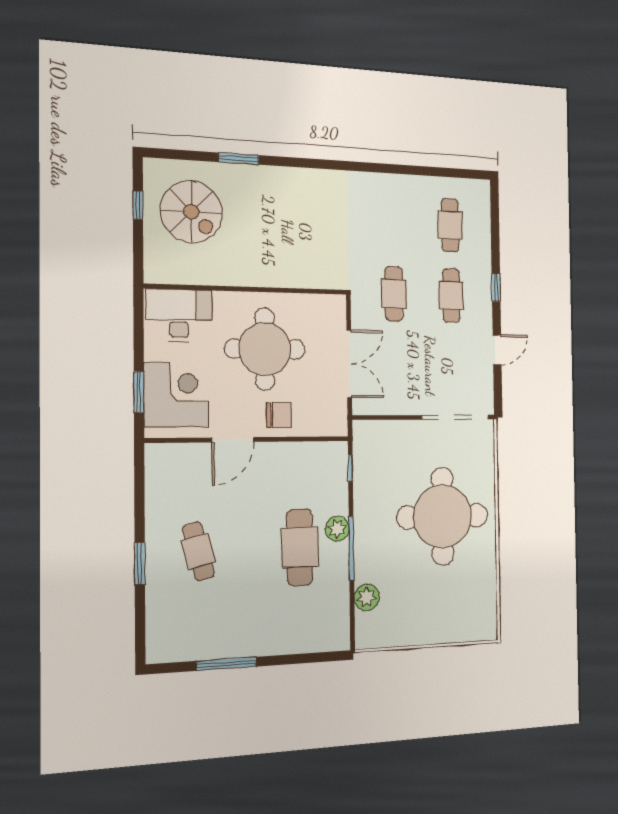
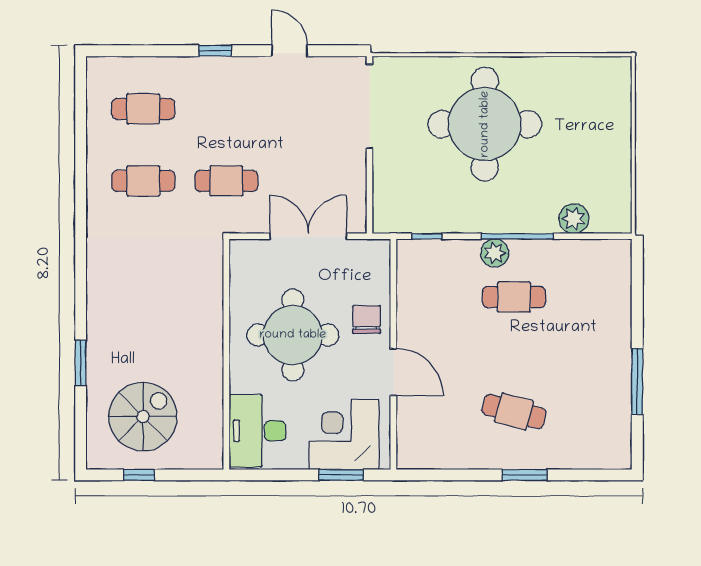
cafe table: (451, 295) -> (143, 181), moved
cafe table: (300, 547) -> (514, 297), width x0.73, depth x0.74
cafe table: (198, 551) -> (514, 411), turned 30

